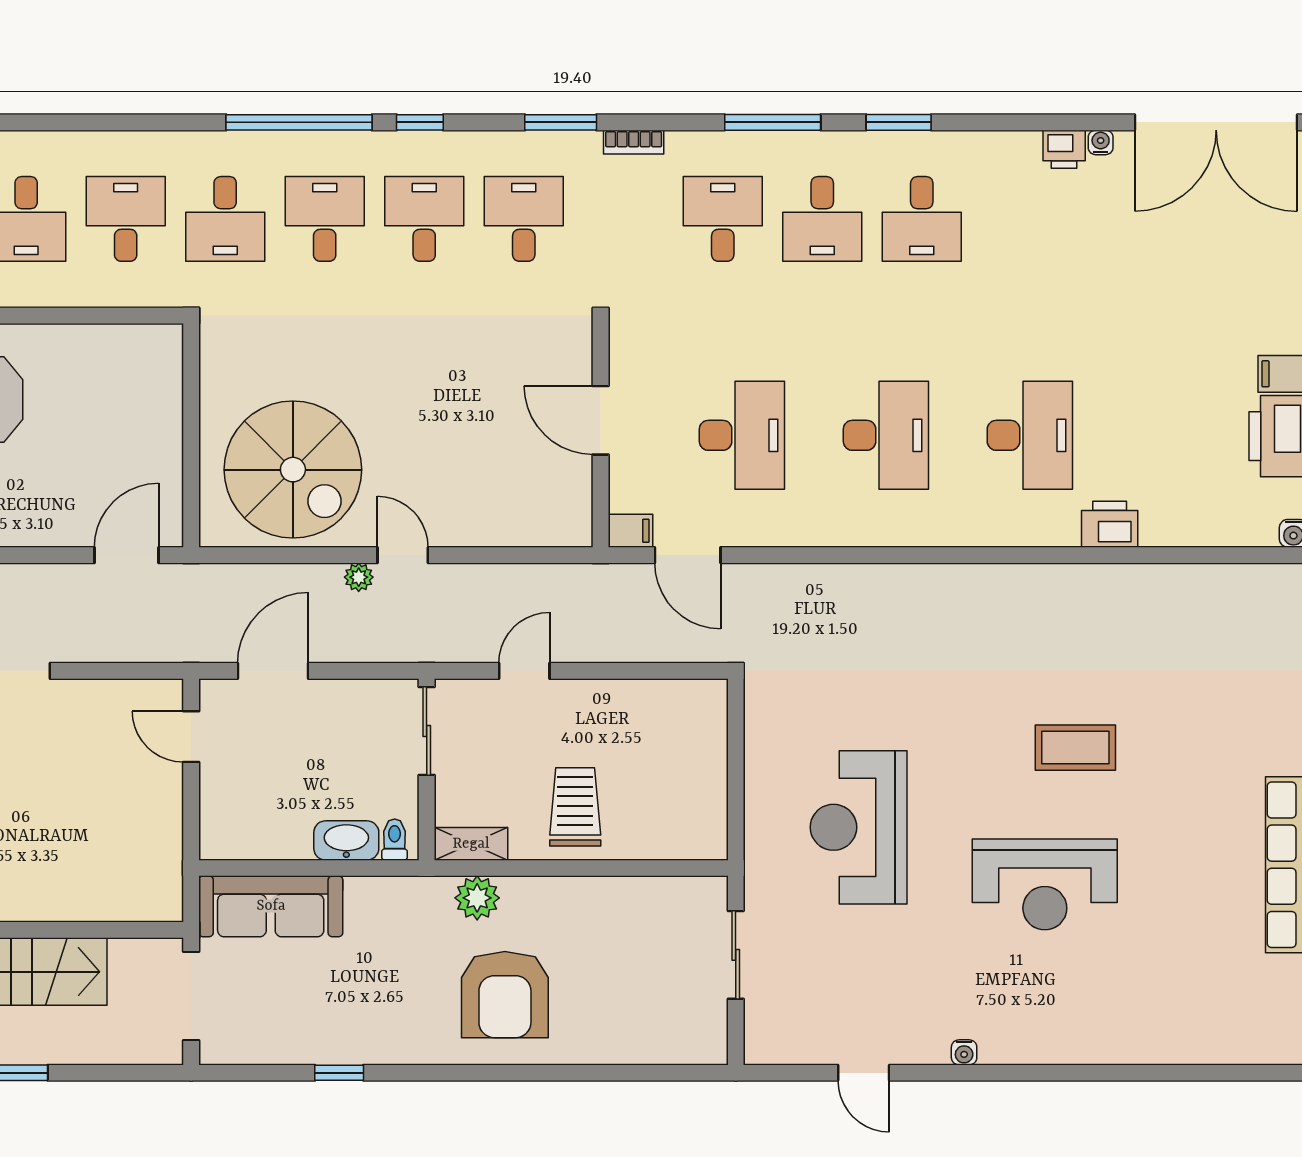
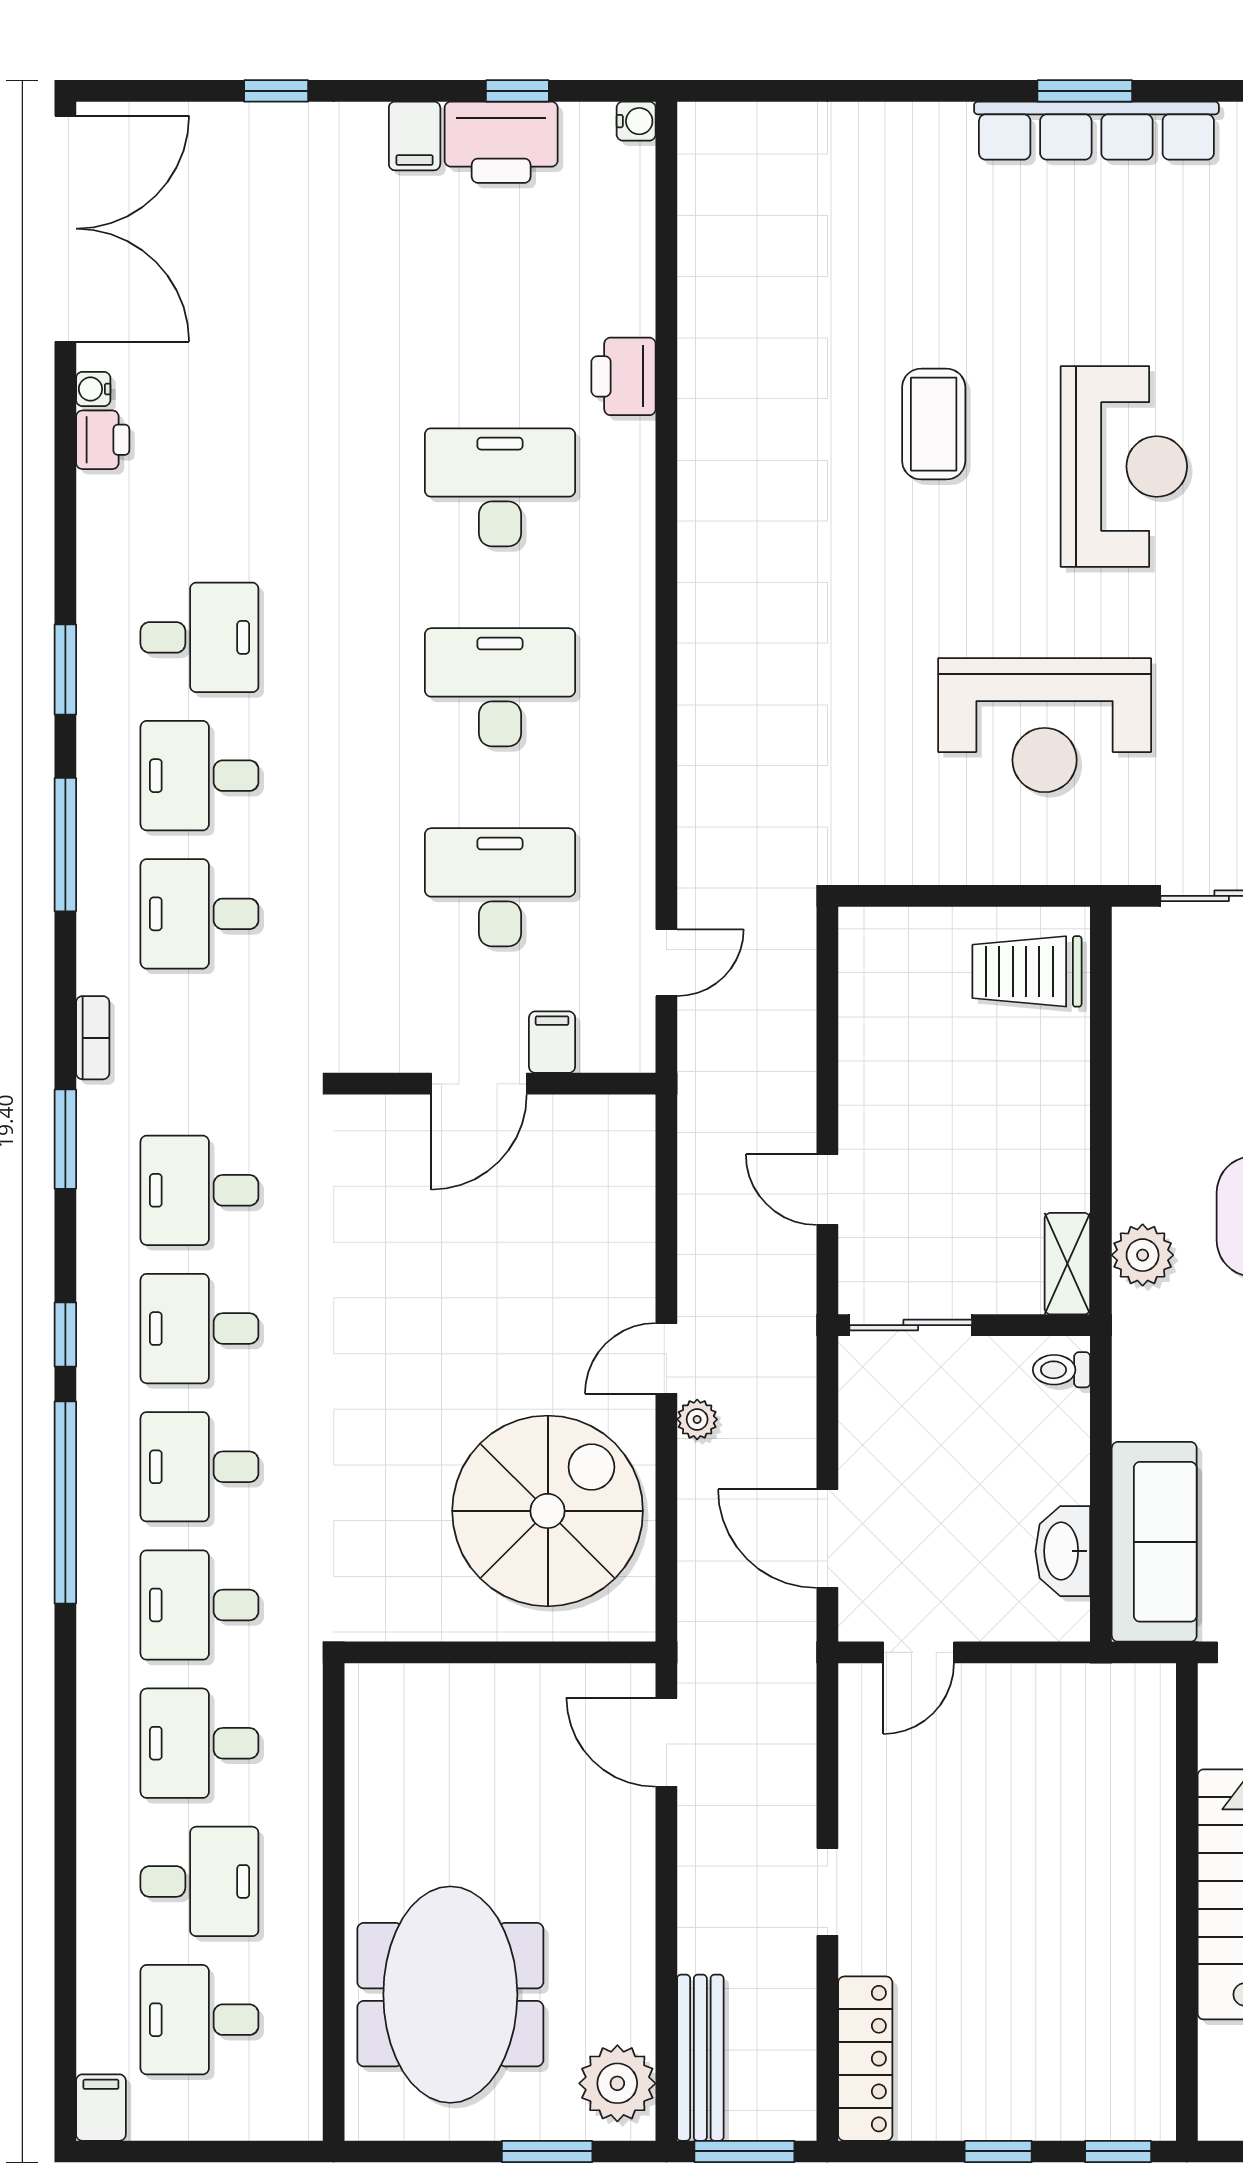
desk: (225, 219) -> (199, 1605), turned 180
desk: (822, 219) -> (199, 776), turned 180
filing cabinet: (630, 531) -> (552, 1042), moved
door: (688, 555) -> (666, 963), width x0.73
trolley: (575, 807) -> (1027, 971), moved
washbasin: (346, 840) -> (1063, 1551), moved

